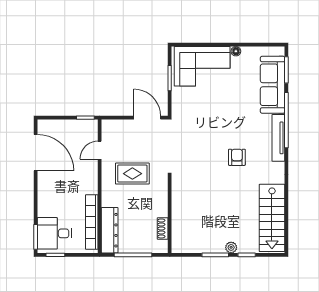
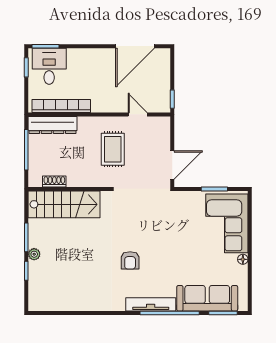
armchair: (237, 157) -> (130, 260), turned 90
stairs: (272, 218) -> (64, 204), moved, turned 180

